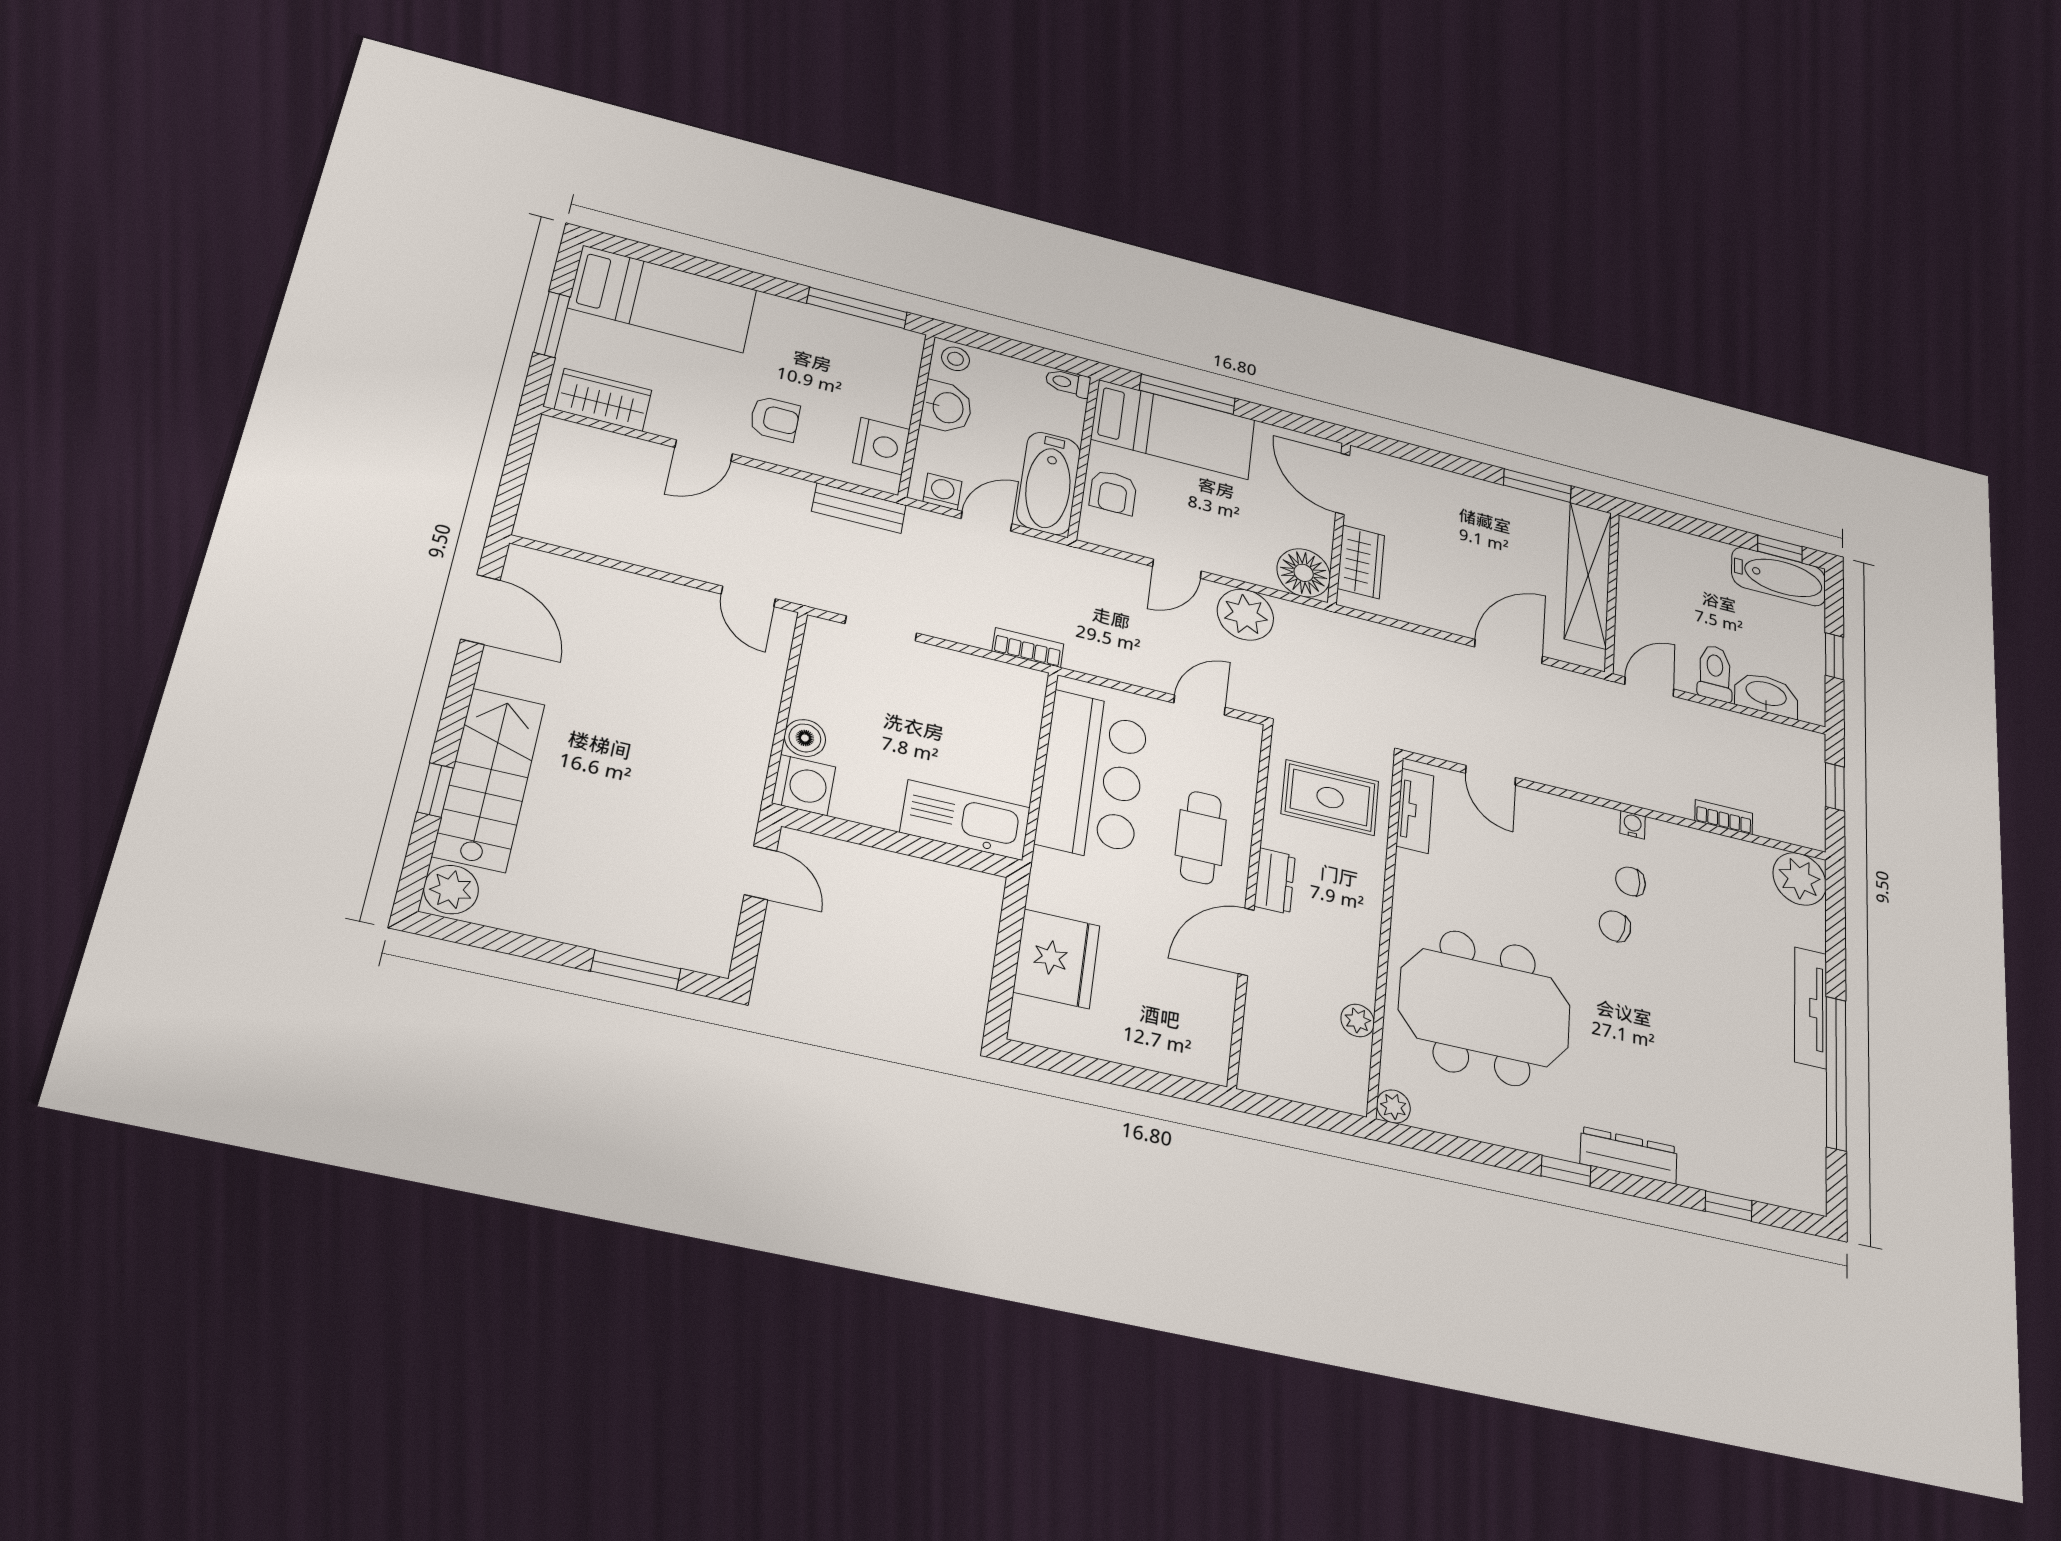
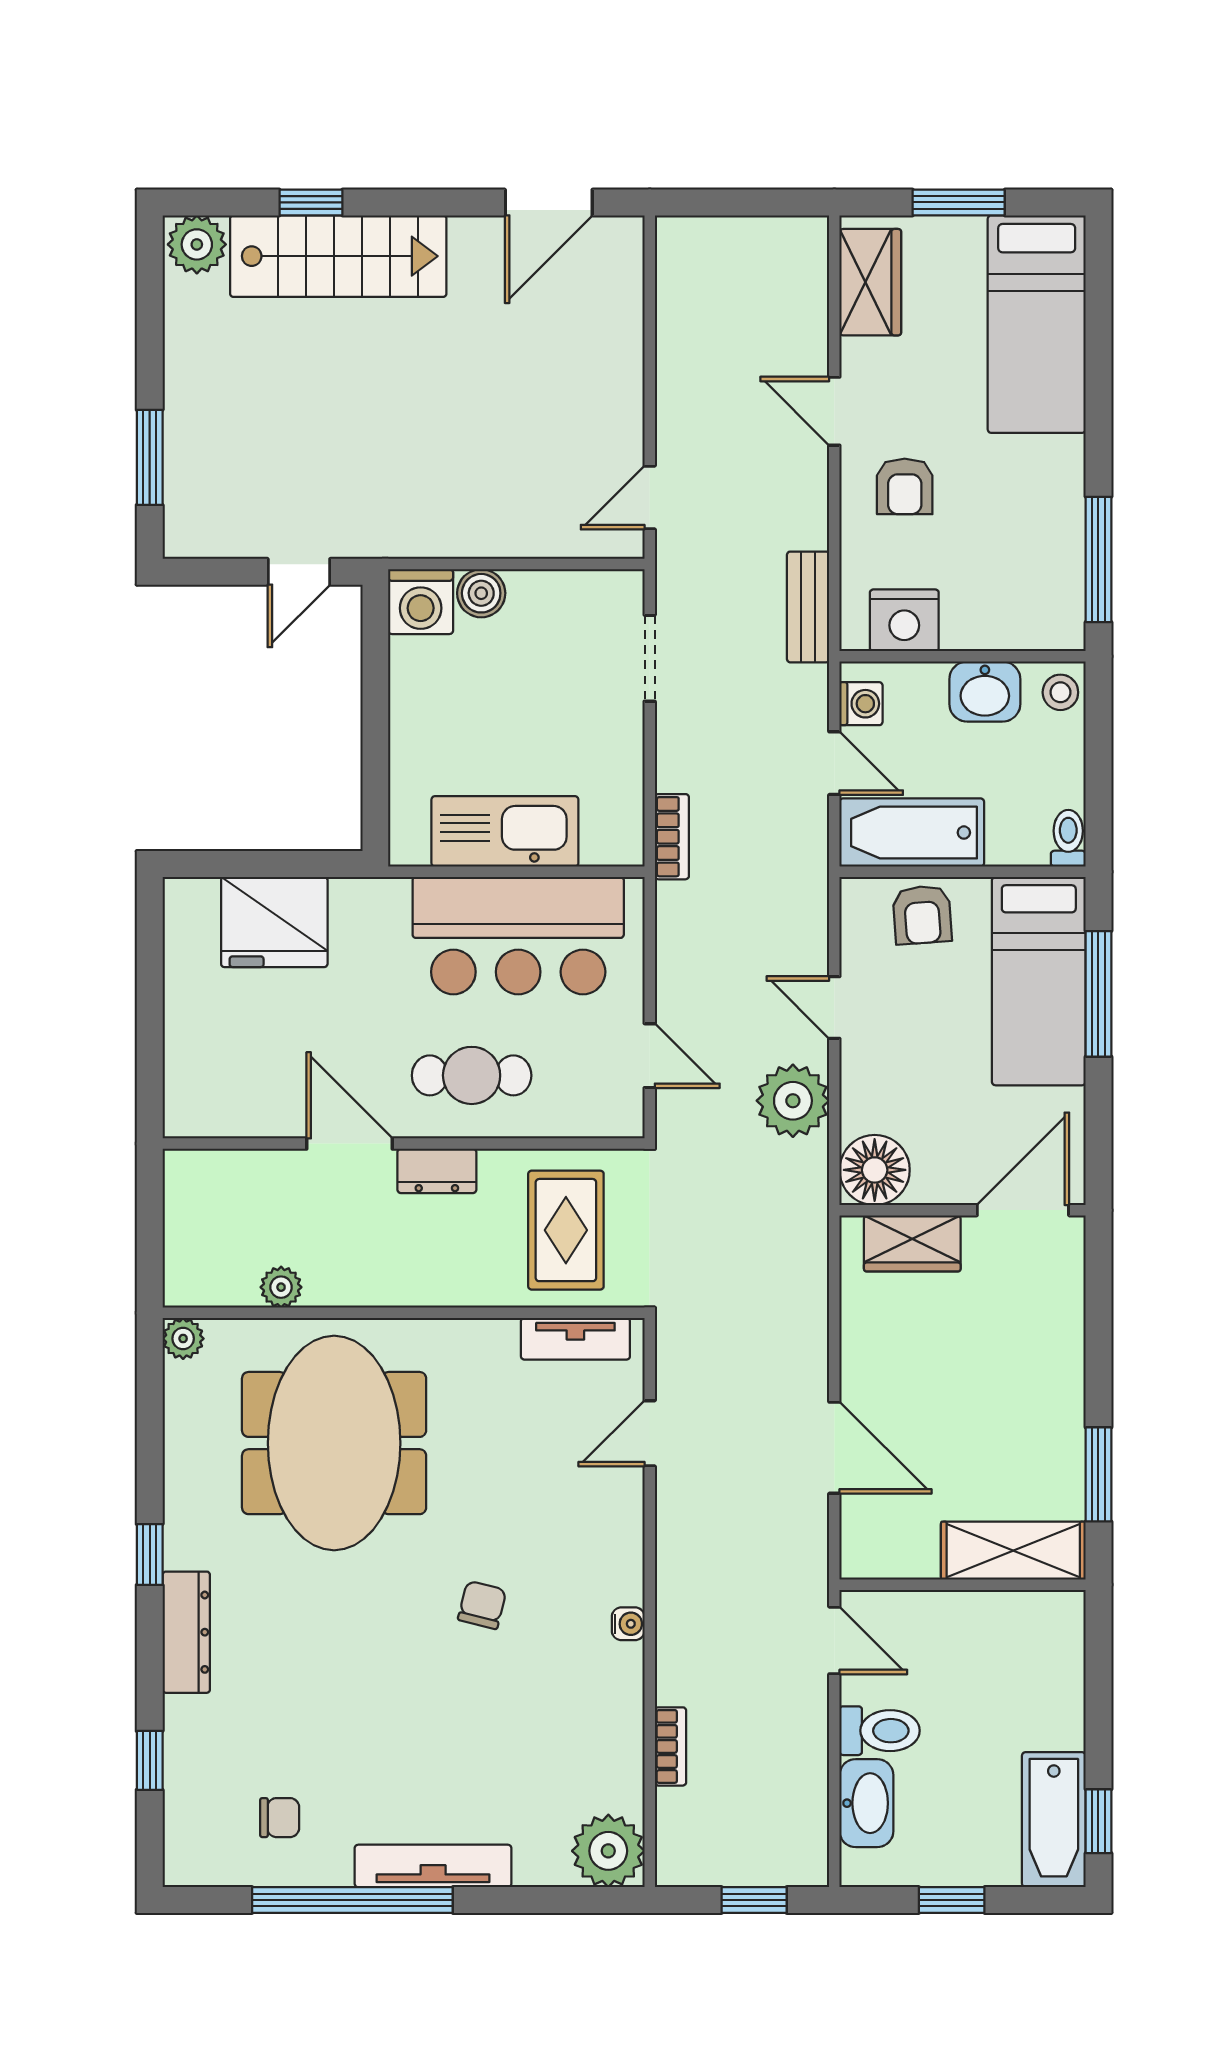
armchair: (1113, 492) -> (922, 915), turned -94
shelving: (1588, 575) -> (1013, 1551), width x0.68
kitchen sink: (965, 820) -> (505, 831), moved, turned -90
chair: (1631, 881) -> (280, 1818), moved, turned 90

